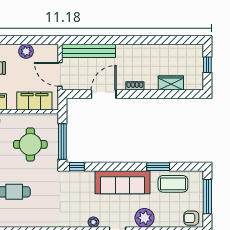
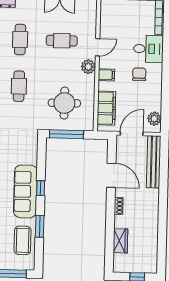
plant: (26, 51) -> (154, 119), moved
window: (77, 167) -> (41, 188), moved

